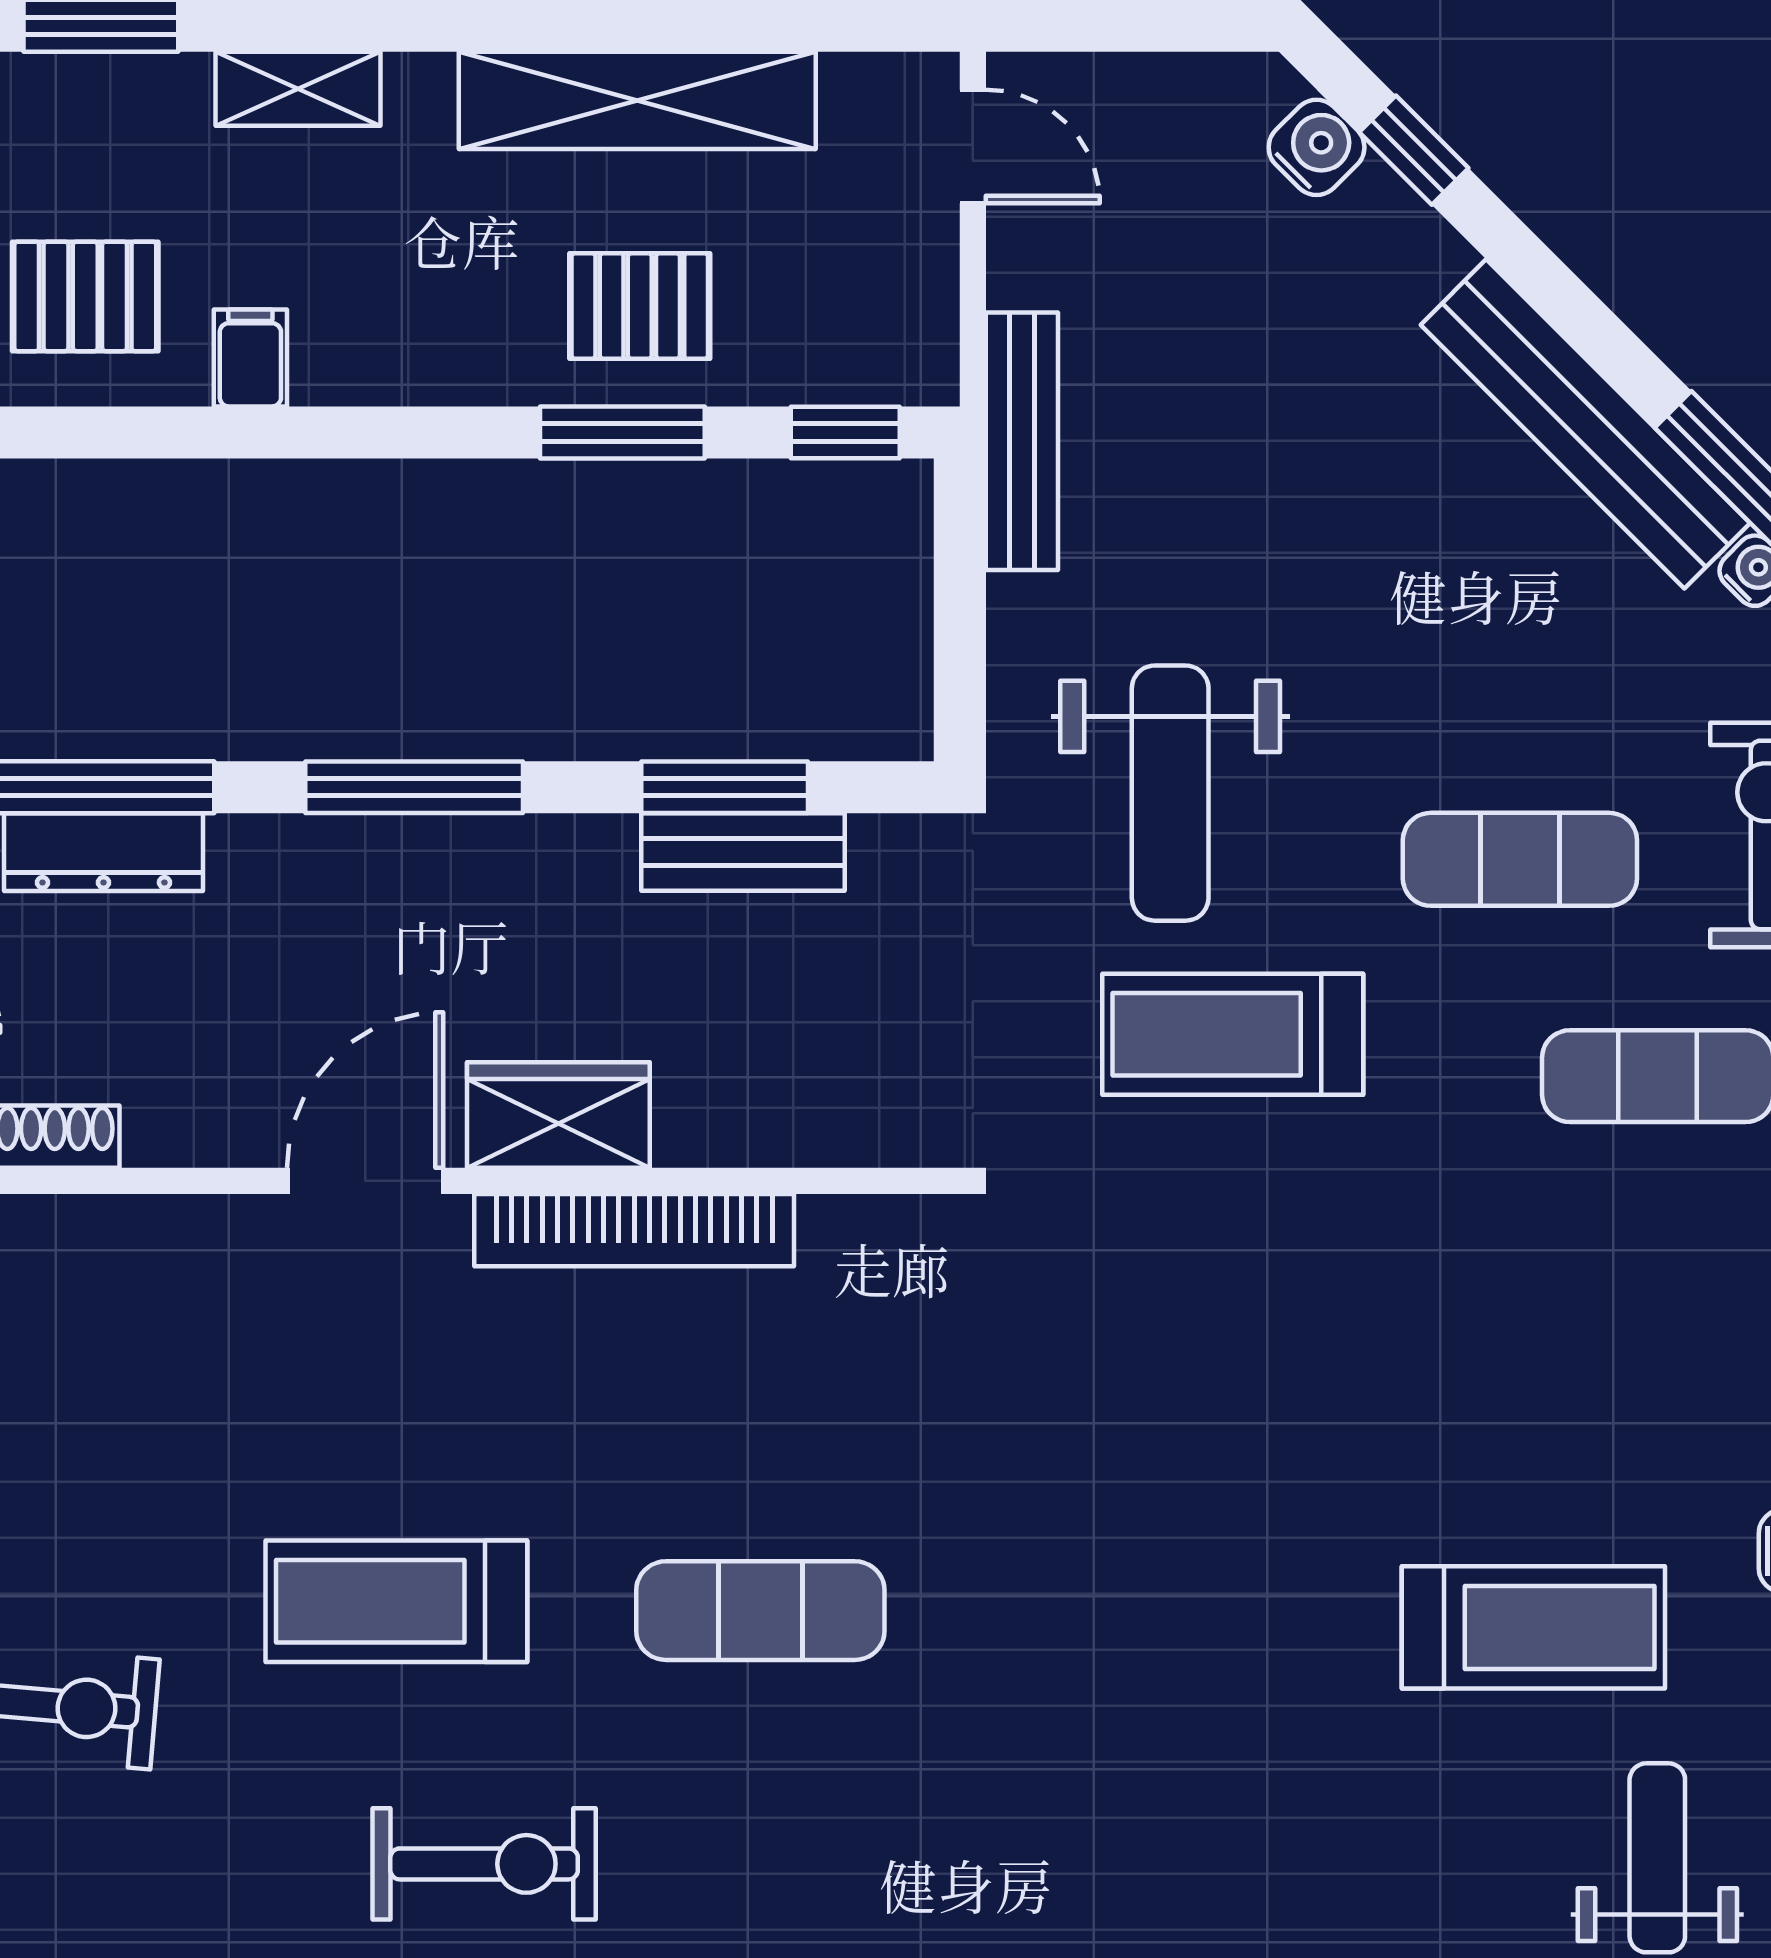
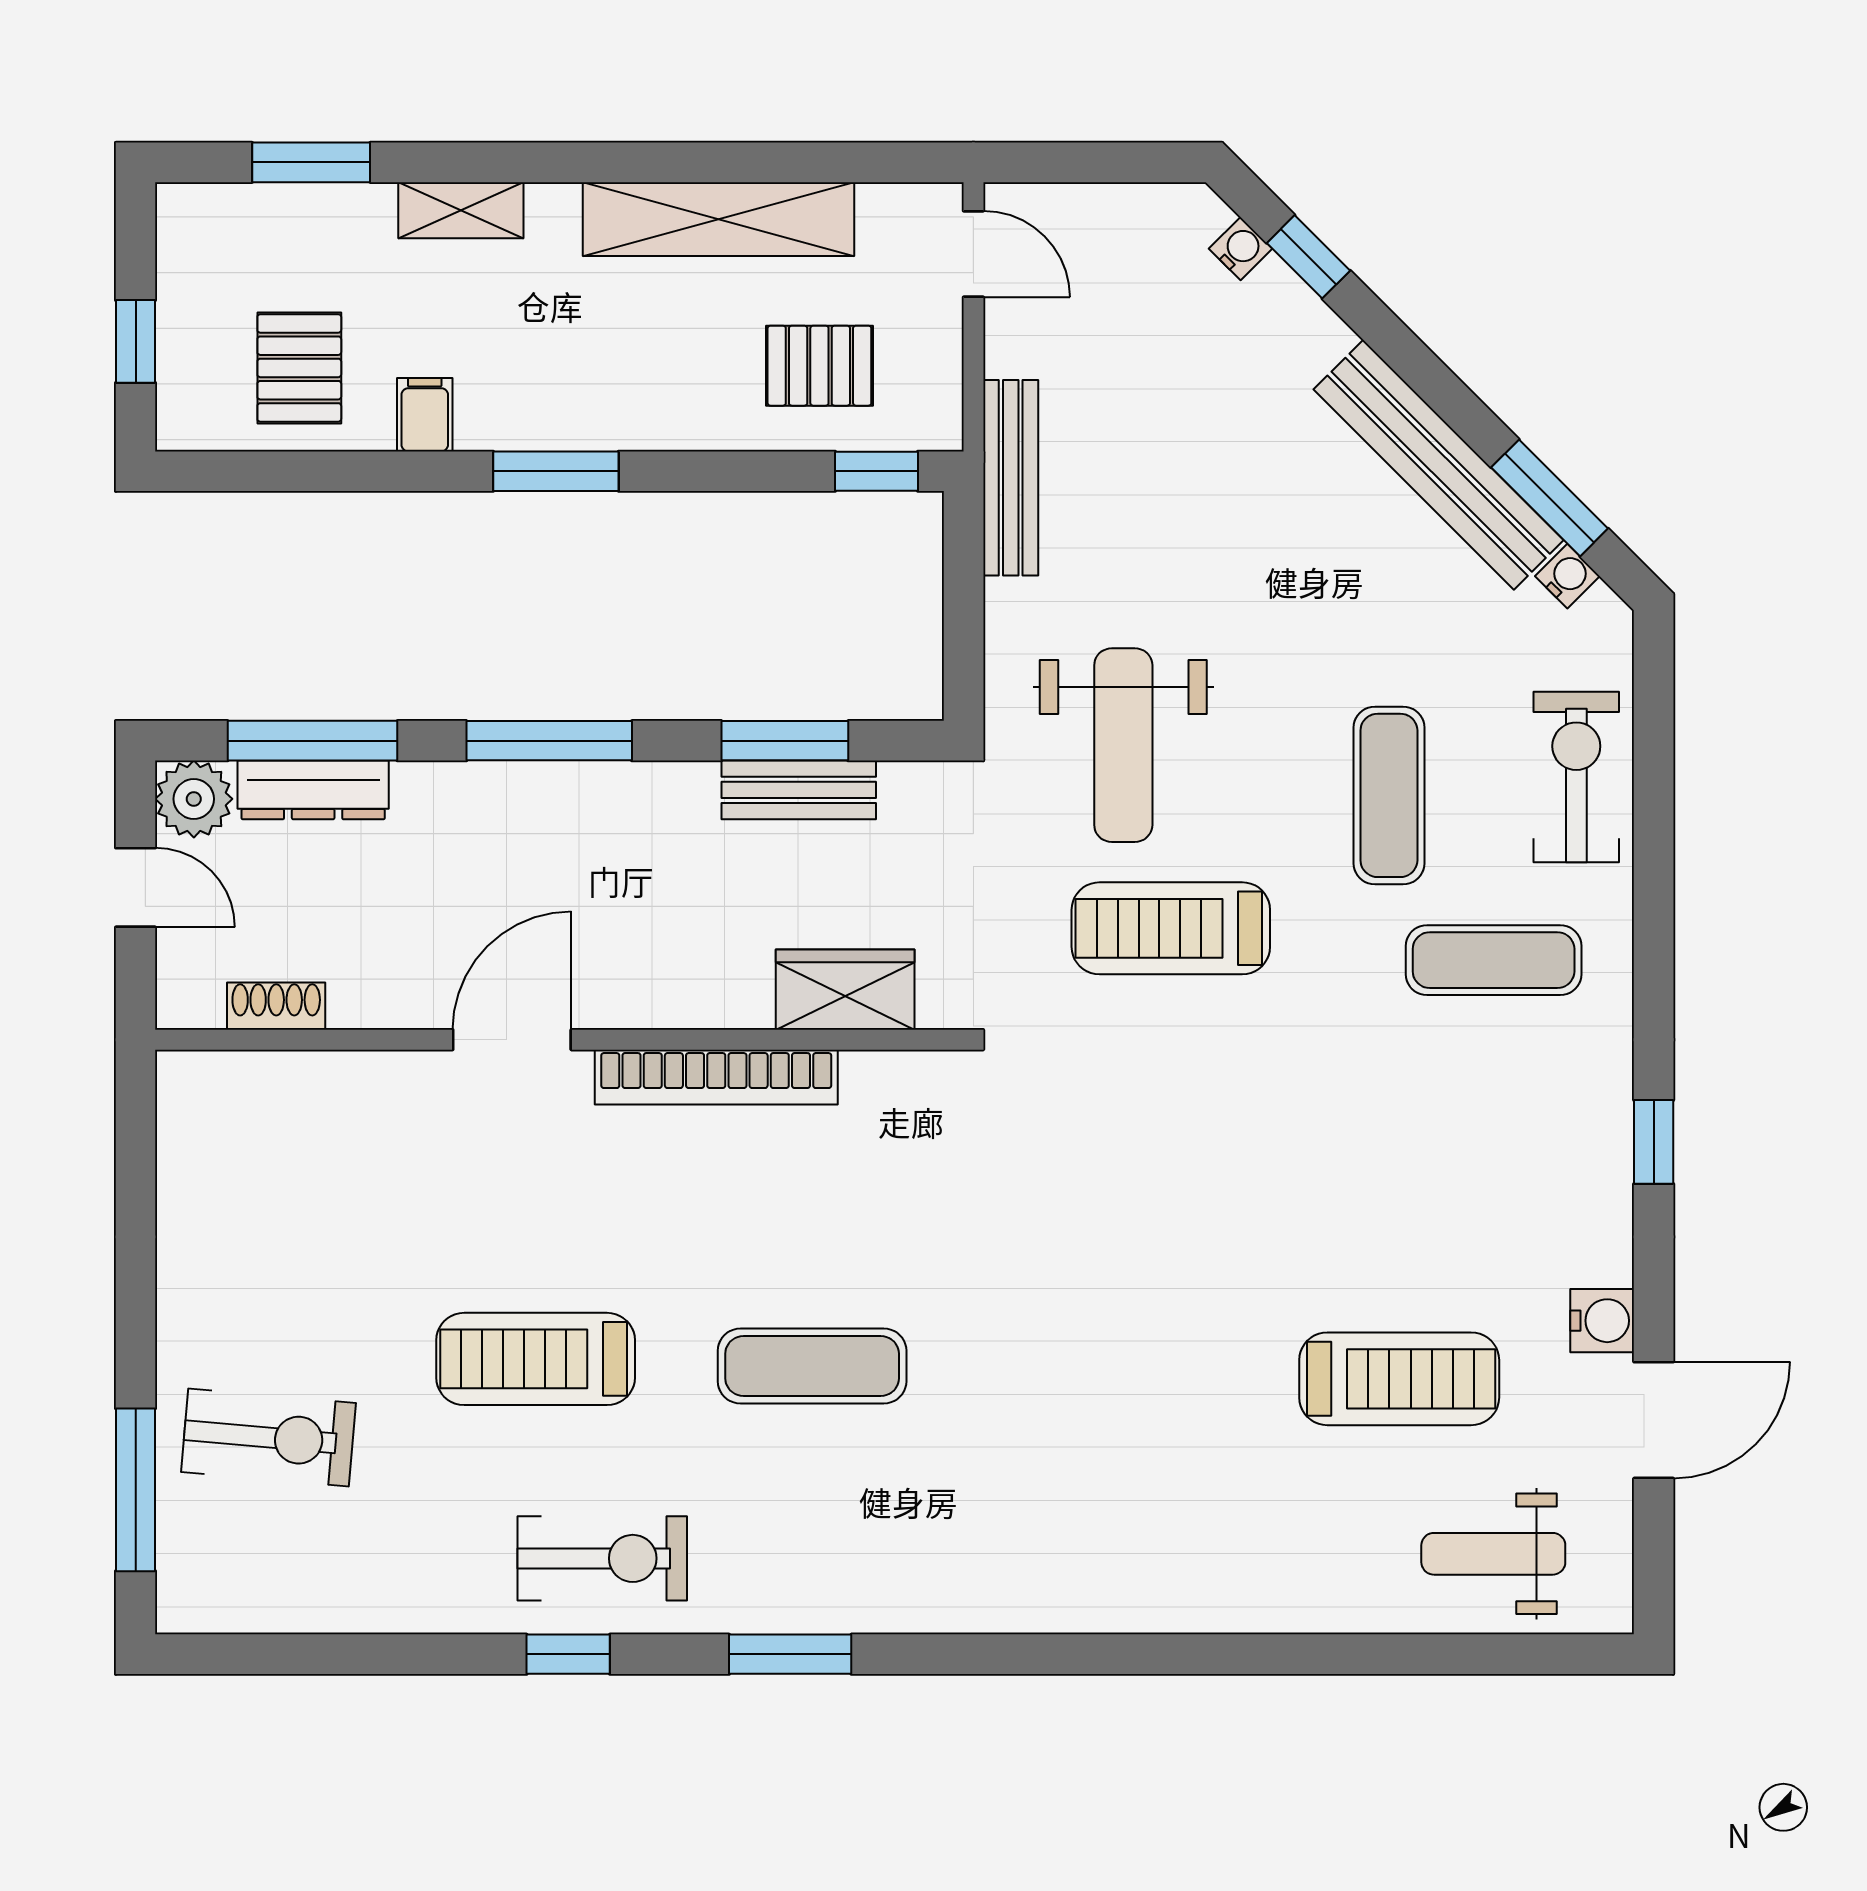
water cooler: (1317, 147) -> (1241, 249), width x0.72, depth x0.72
pallet: (85, 296) -> (299, 368), turned 90
pallet: (640, 306) -> (819, 366), moved
window: (622, 432) -> (556, 471), moved
exercise mat: (1520, 859) -> (1389, 795), turned 90
wardrobe: (558, 1115) -> (845, 990), moved
weight bench: (1657, 1858) -> (1493, 1554), turned -90

